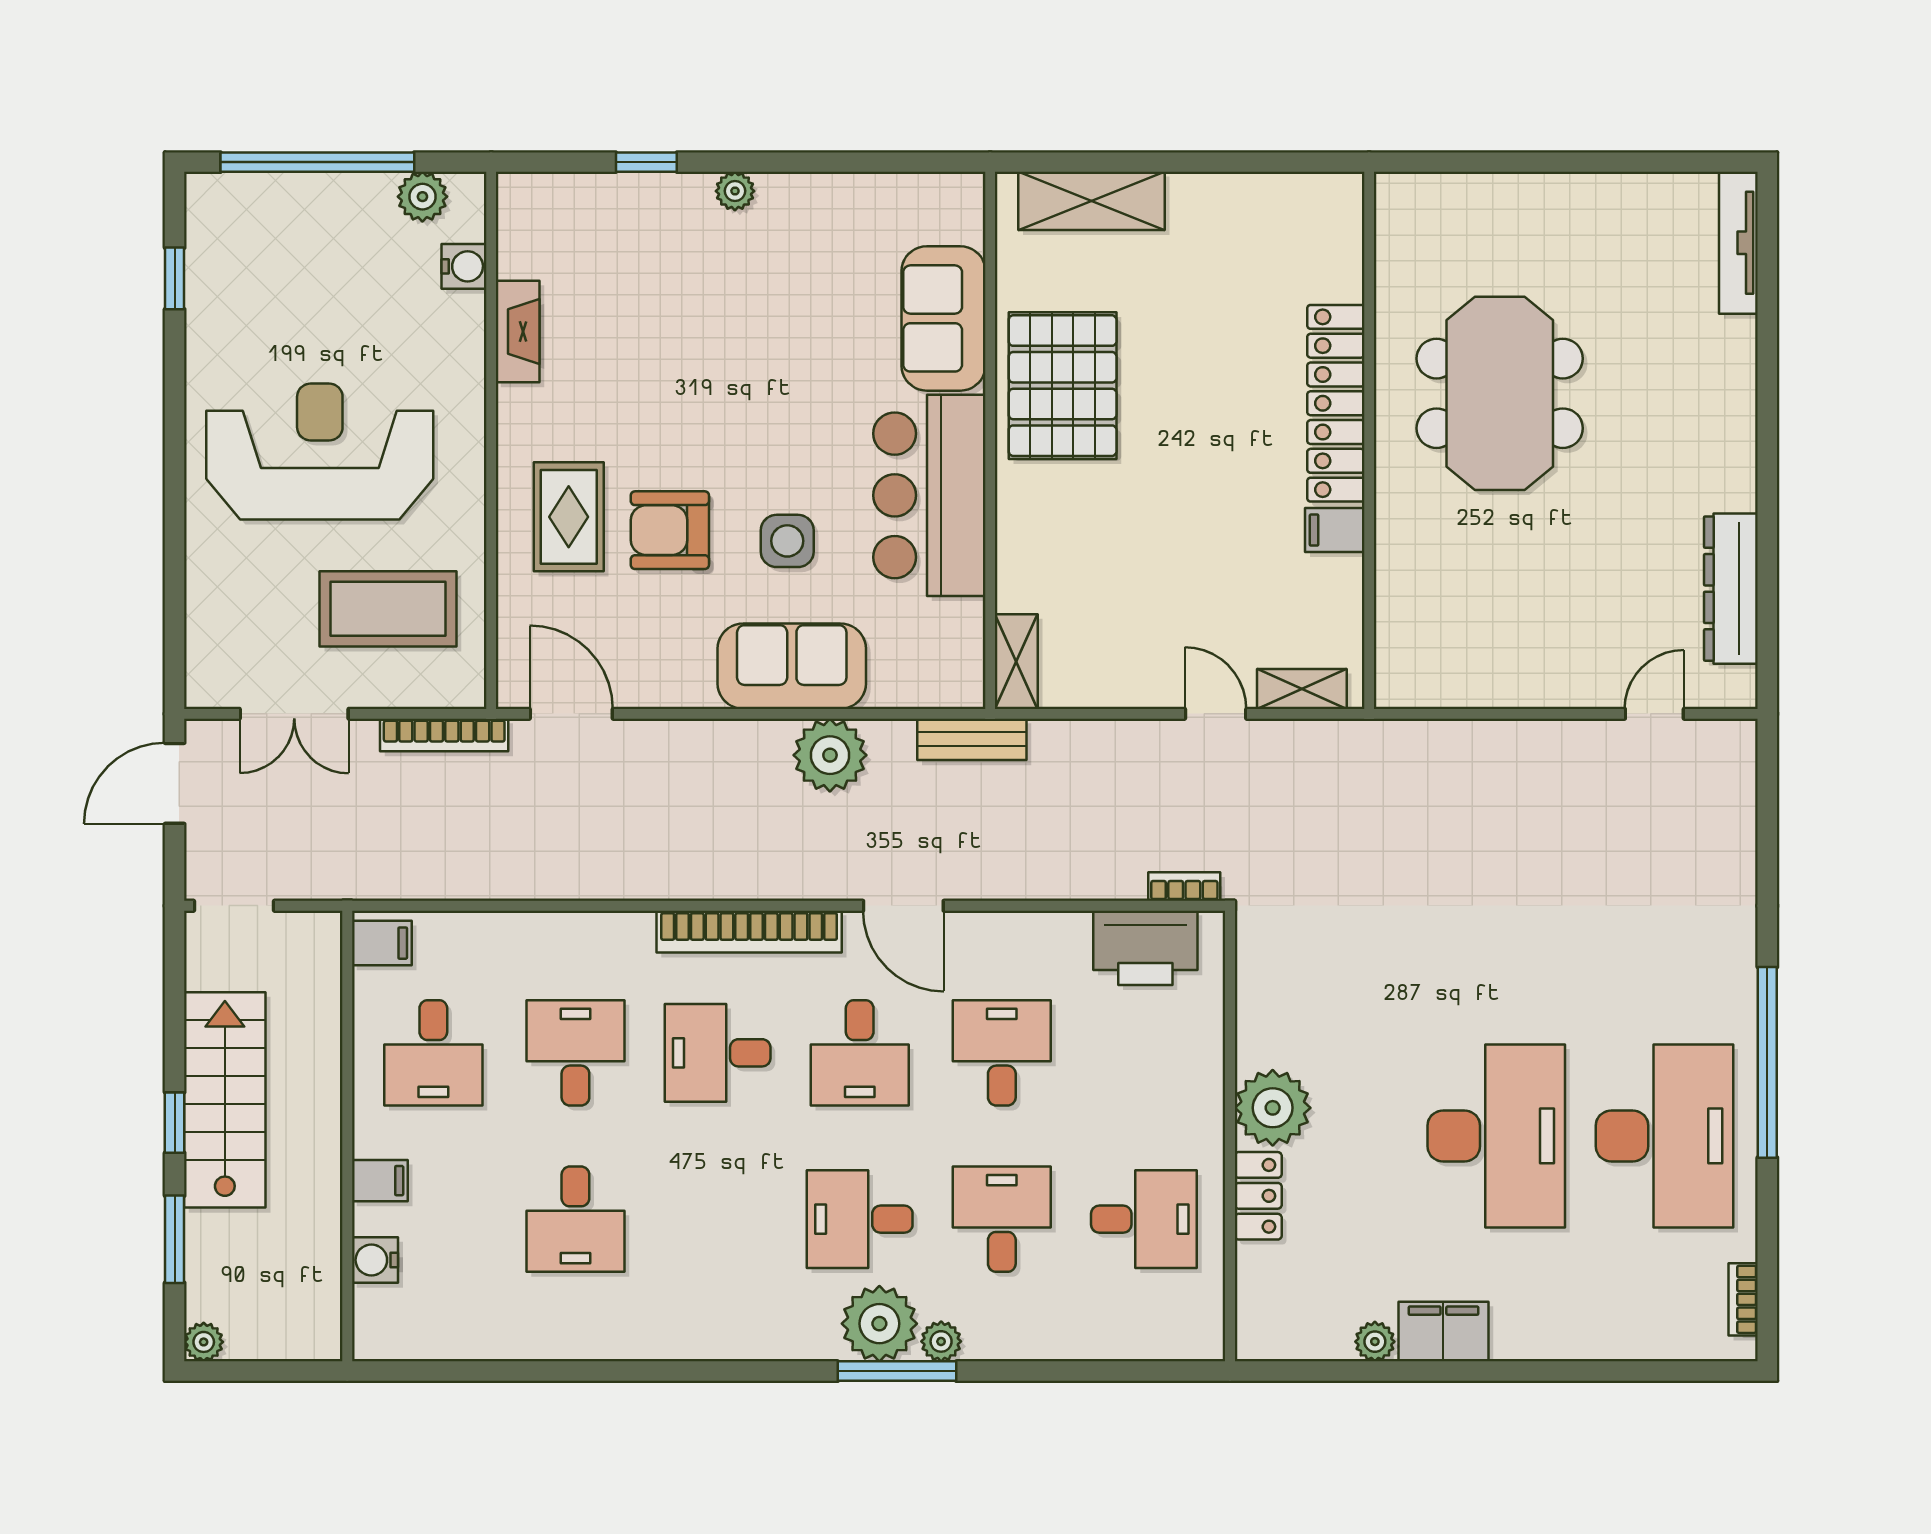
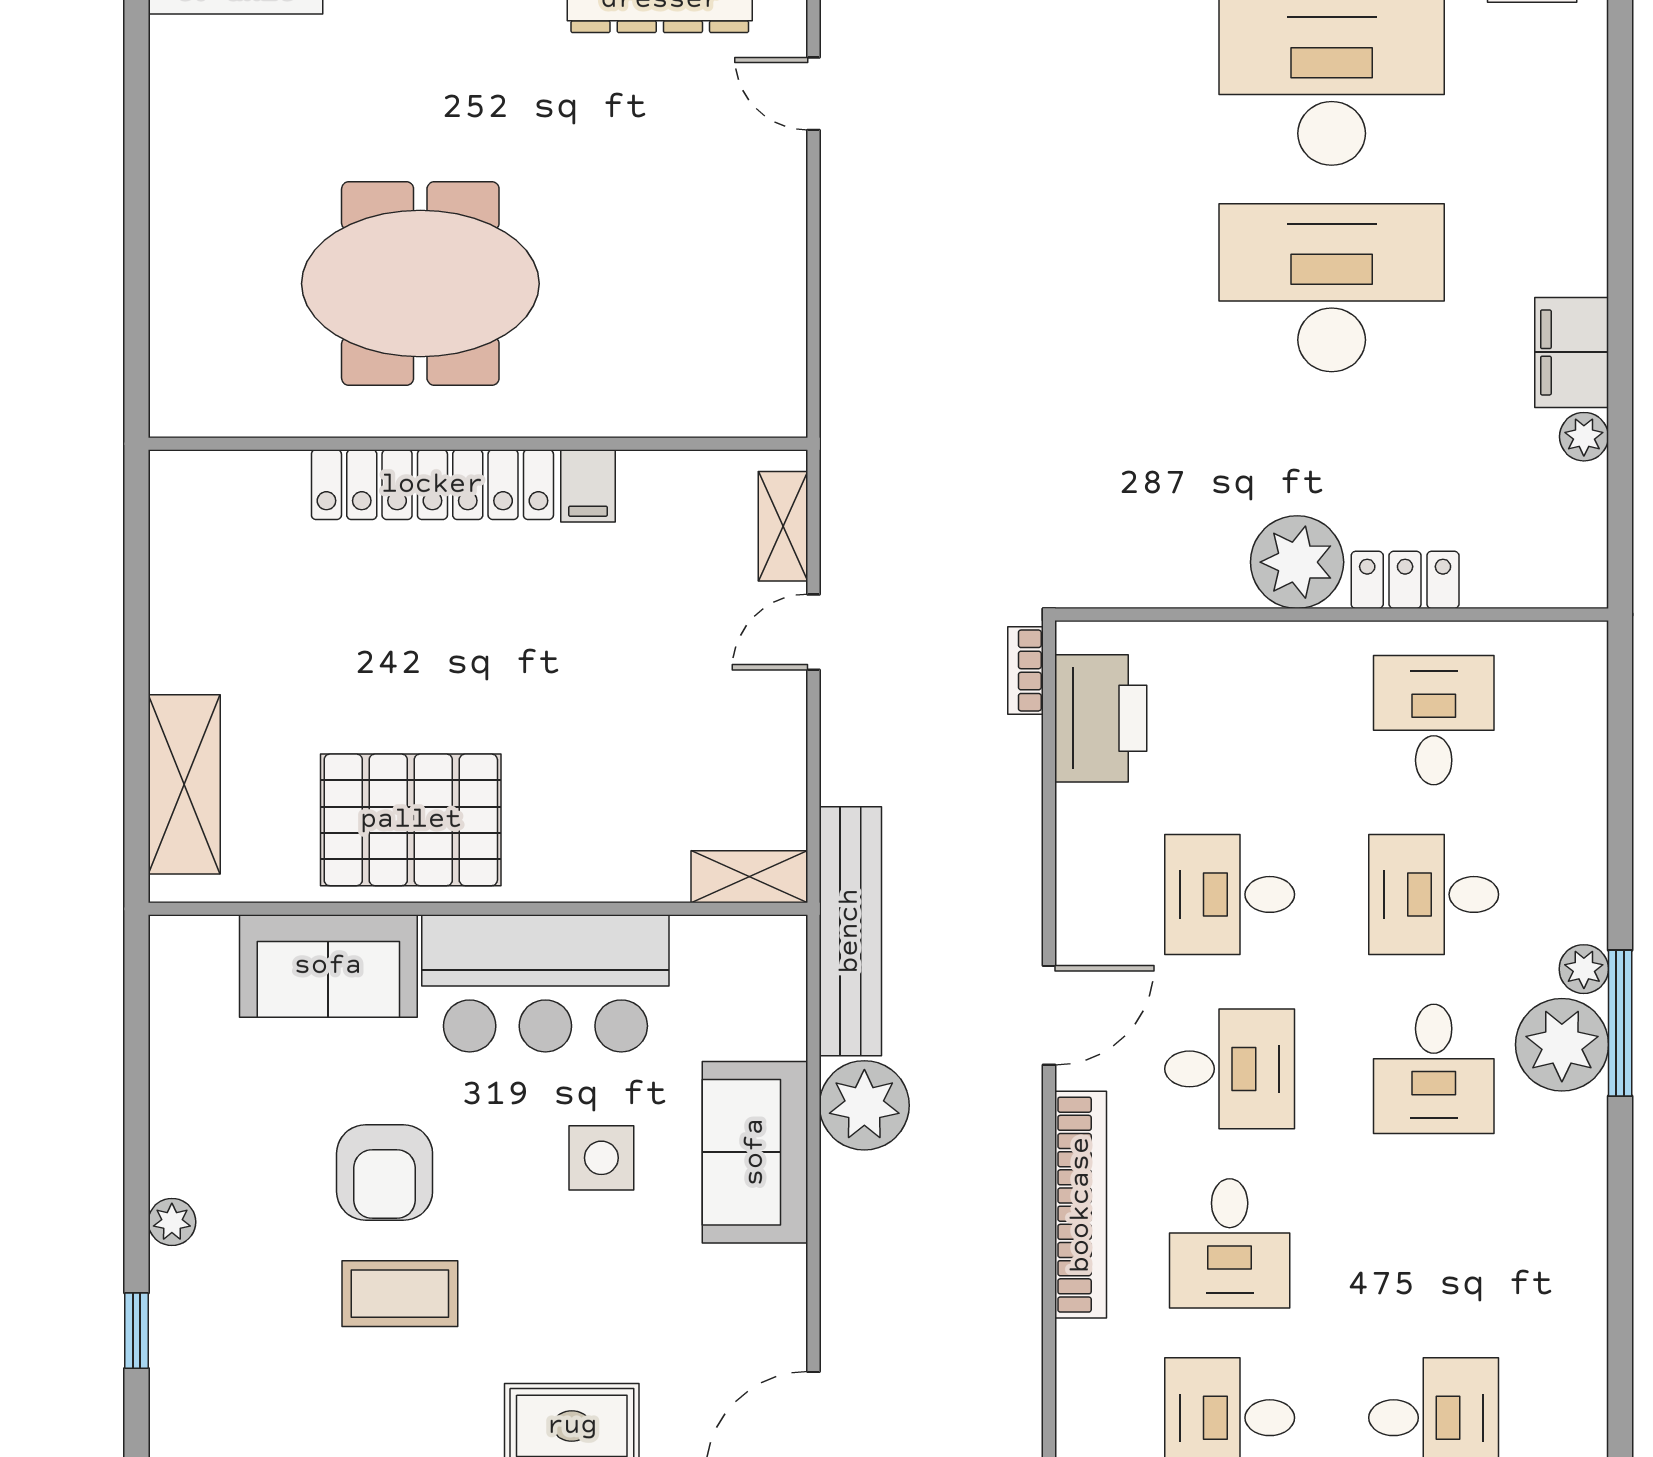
coffee table: (677, 377) -> (400, 1294), added
armchair: (670, 530) -> (385, 1173), moved
bench: (972, 739) -> (850, 931), width x1.86, depth x1.21

